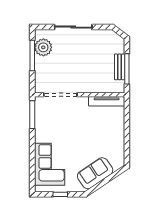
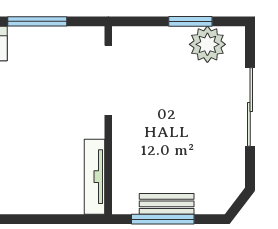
window: (32, 55) -> (190, 21), width x0.69
window: (32, 115) -> (37, 21), moved

